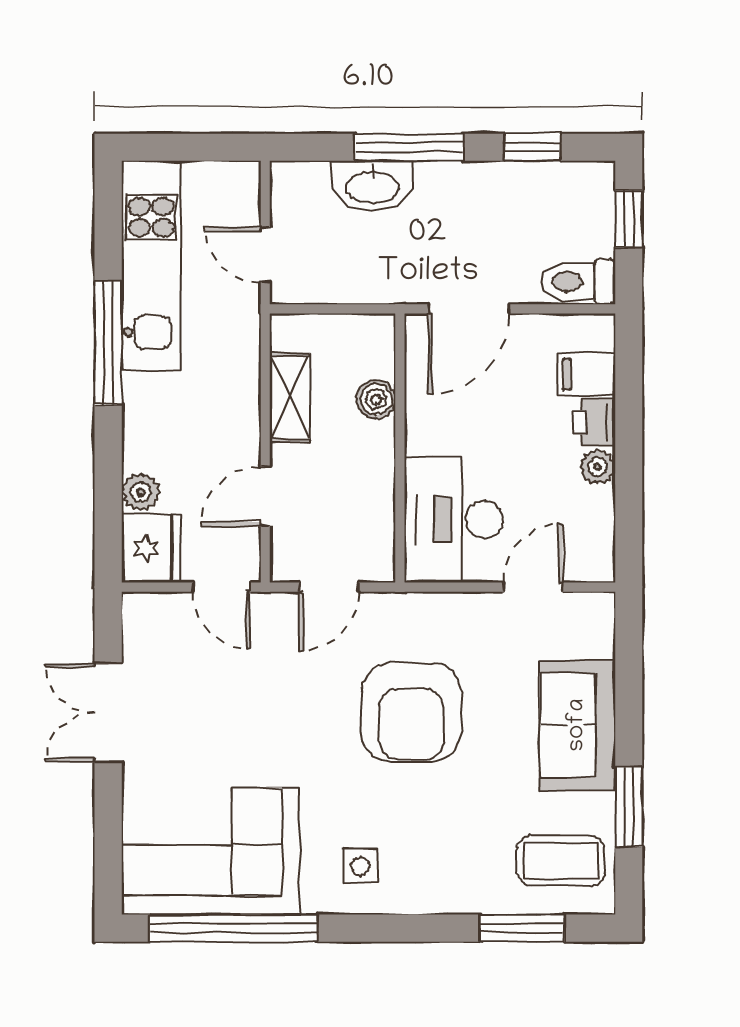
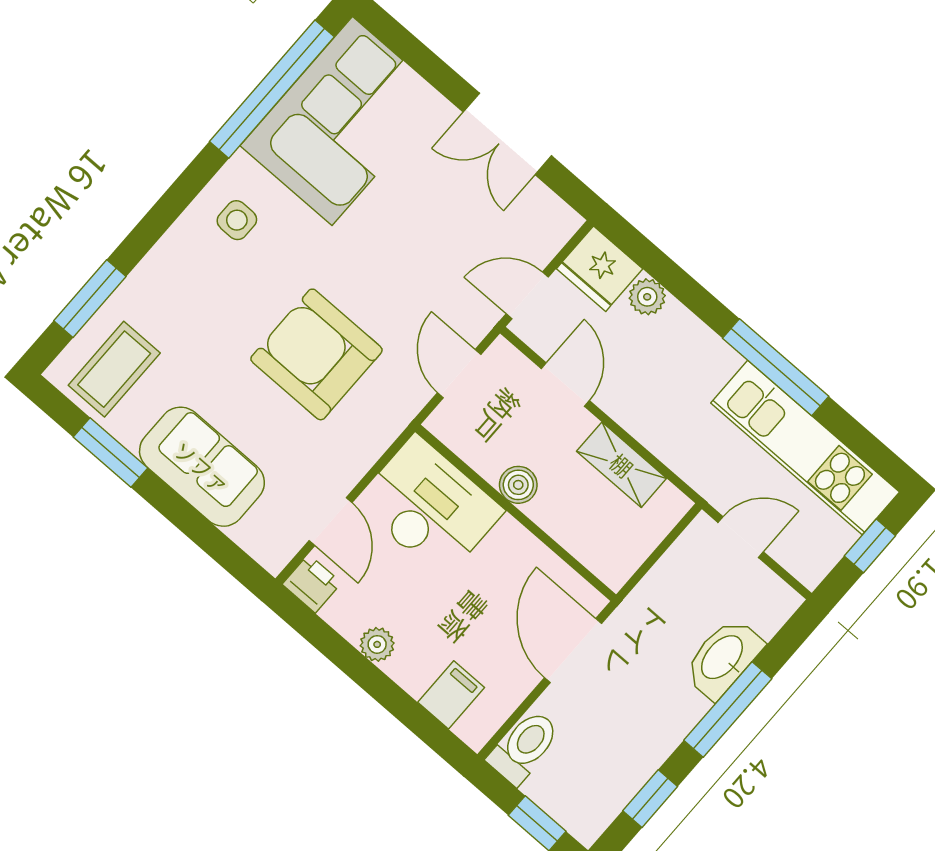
window: (184, 147) -> (870, 546), added
boiler: (376, 399) -> (518, 485), moved
printer: (594, 422) -> (312, 584), moved
double door: (108, 713) -> (507, 134), swing flipped

